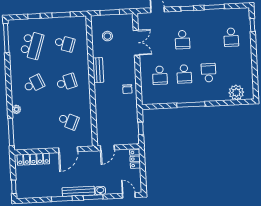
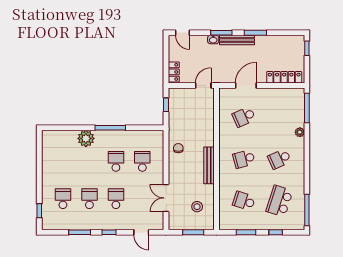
bench: (98, 70) -> (209, 165), width x1.36
school desk: (209, 73) -> (89, 199), moved, turned 180
plant: (236, 92) -> (86, 138), moved
school desk: (68, 121) -> (244, 117), turned -48

